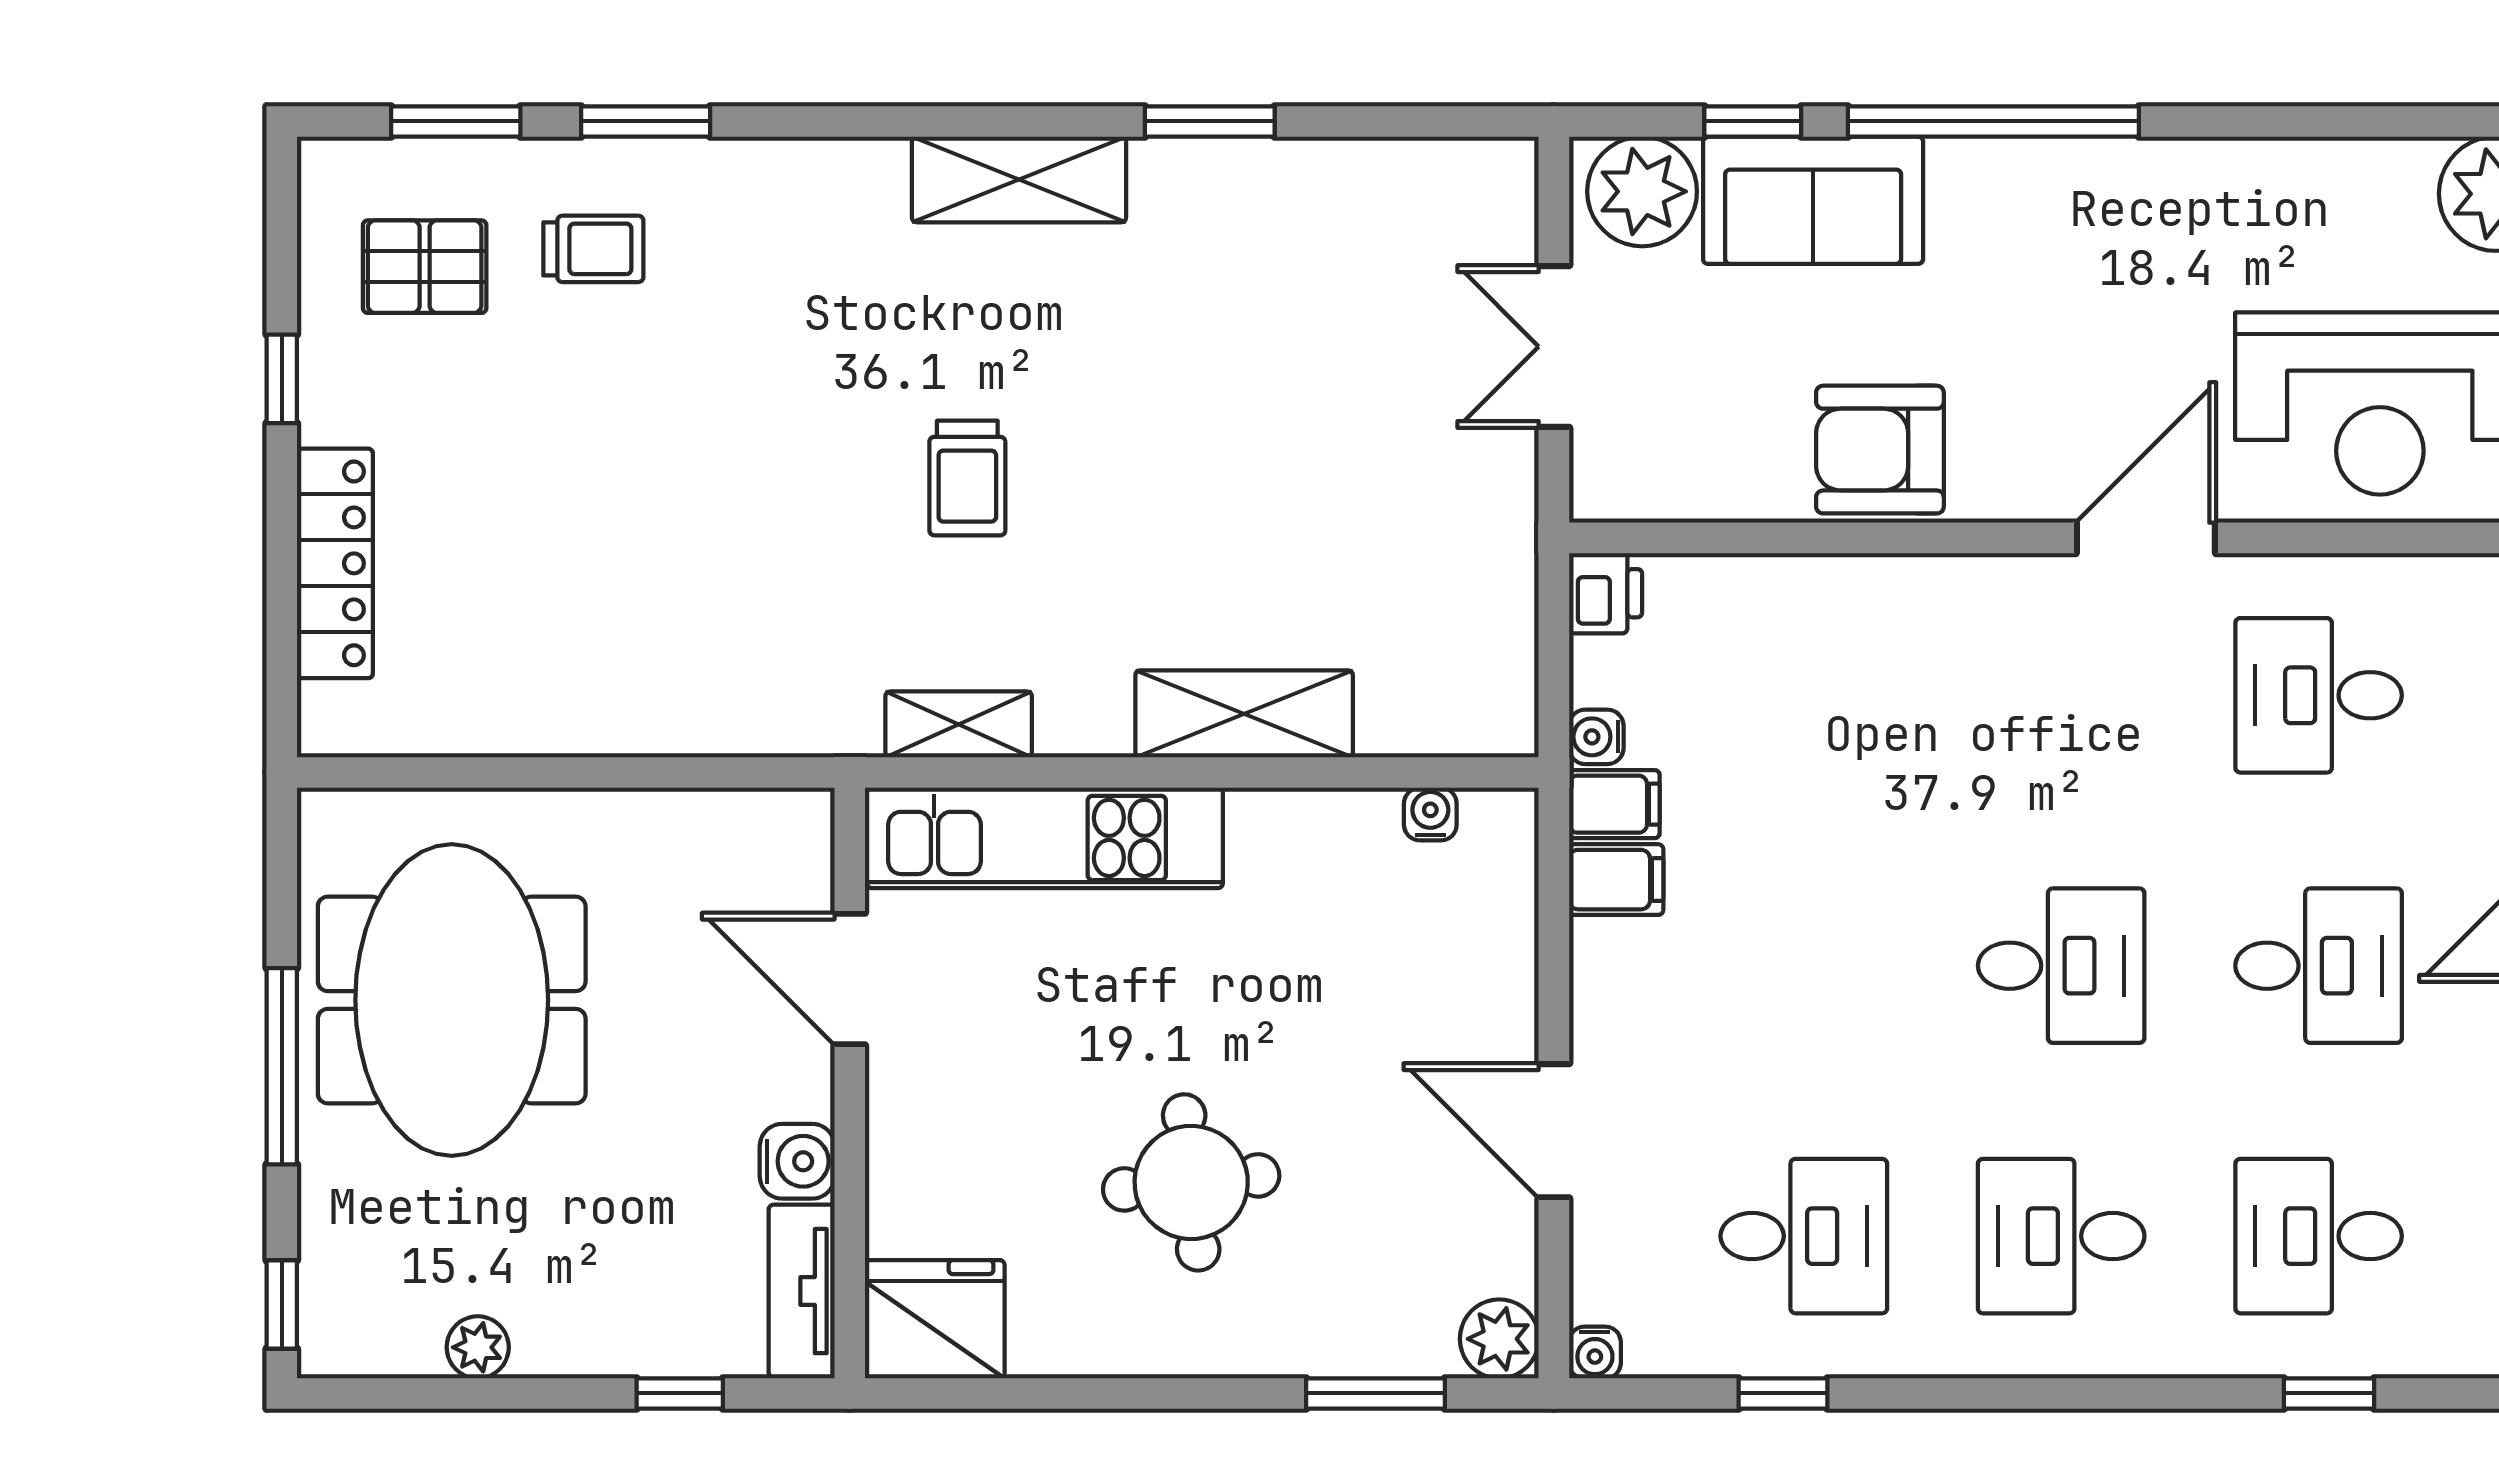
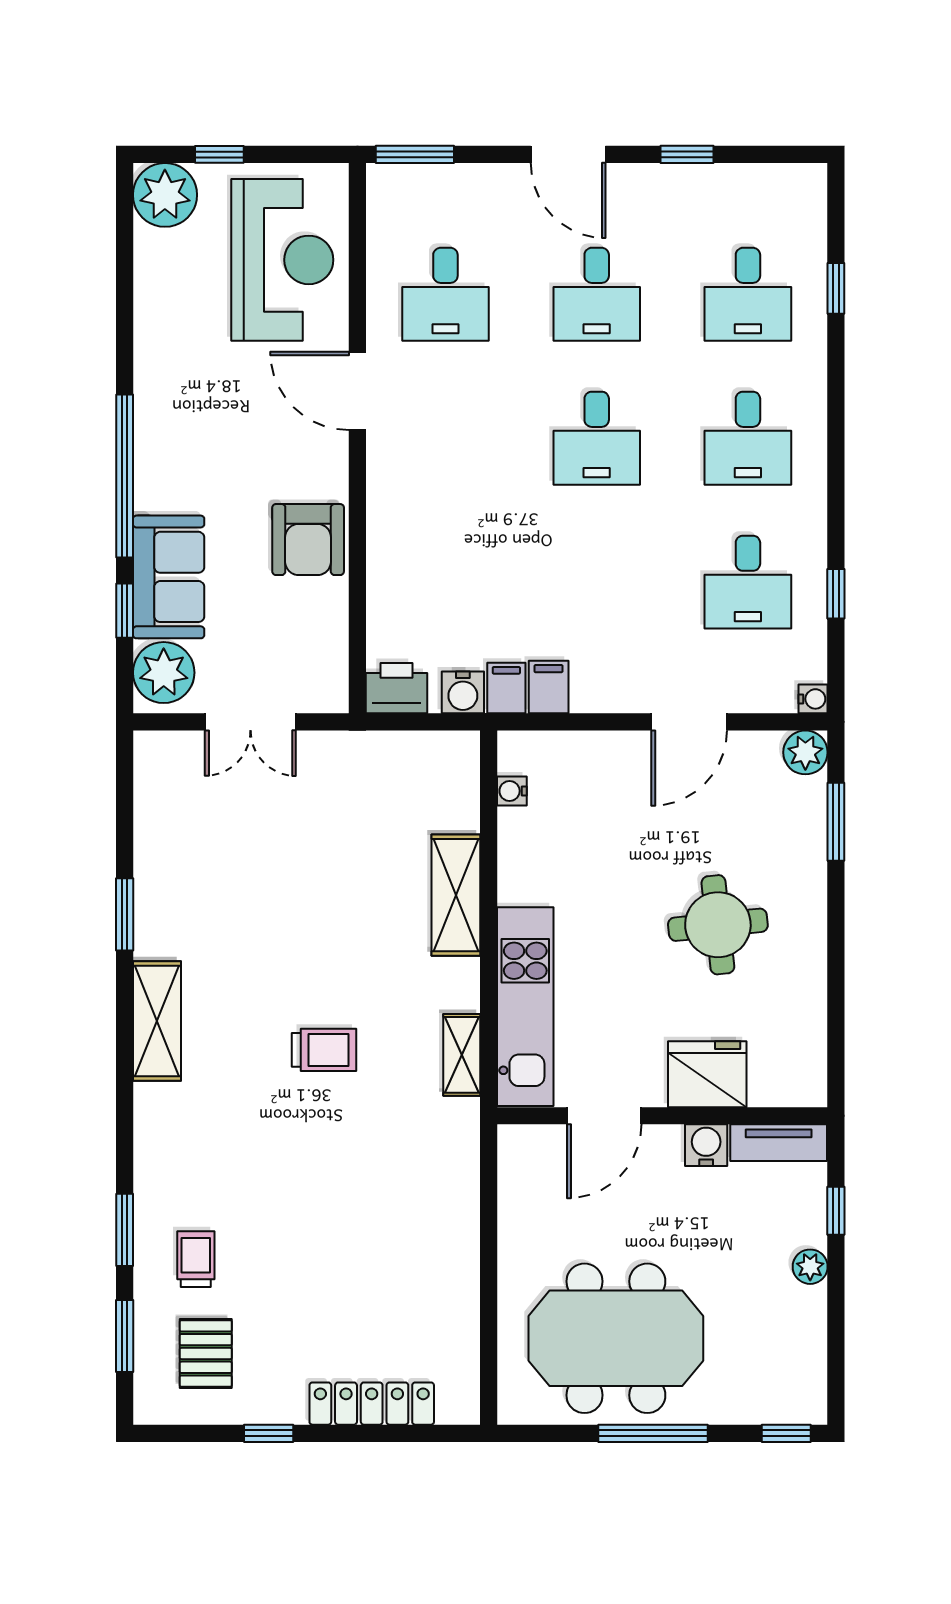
printer: (1606, 593) -> (397, 688), width x1.36, depth x1.24
water cooler: (1596, 737) -> (463, 692), width x1.38, depth x1.38
desk: (2061, 966) -> (597, 438), turned 180
desk: (2319, 966) -> (597, 294), turned 180
desk: (1804, 1236) -> (748, 582), turned 180
fridge: (935, 1319) -> (707, 1074), moved, turned 90
plant: (478, 1347) -> (810, 1267), moved

